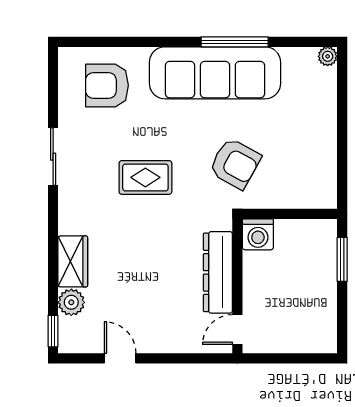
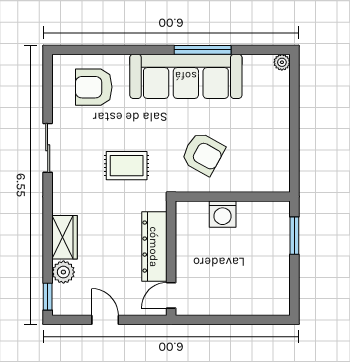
dresser: (218, 272) -> (154, 247), moved
wall: (237, 286) -> (171, 258), moved
door: (237, 329) -> (171, 295), moved

